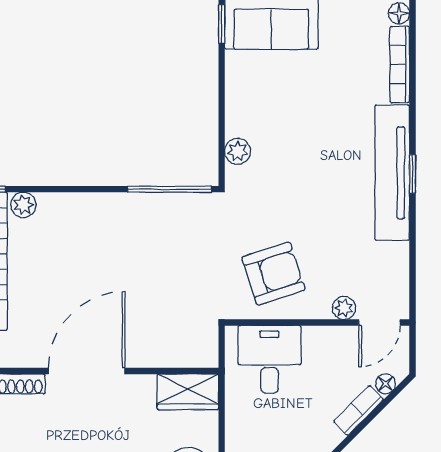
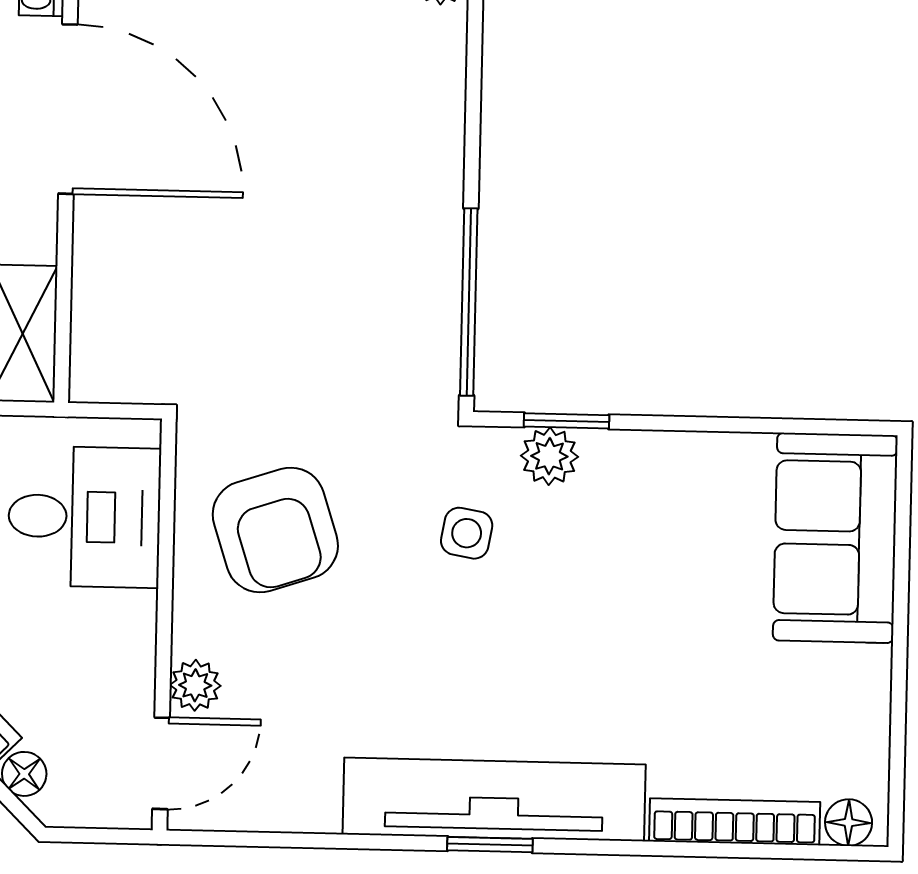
window: (222, 24) -> (566, 421), moved
side table: (273, 188) -> (467, 533), added
door: (379, 322) -> (161, 763), swing flipped

